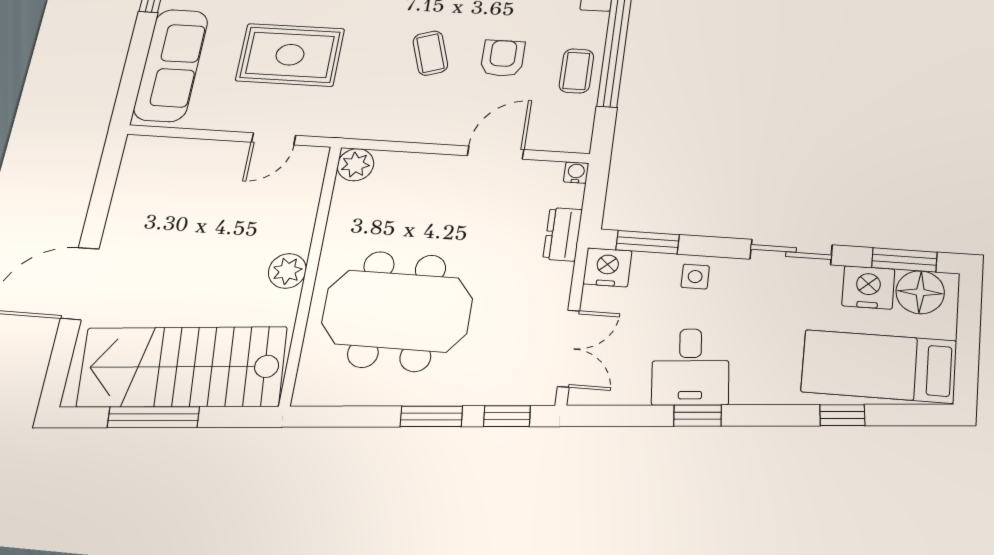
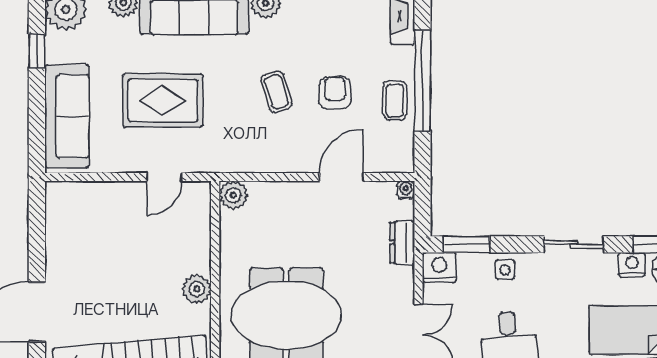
nightstand: (868, 287) -> (632, 265), width x0.74, depth x0.75

